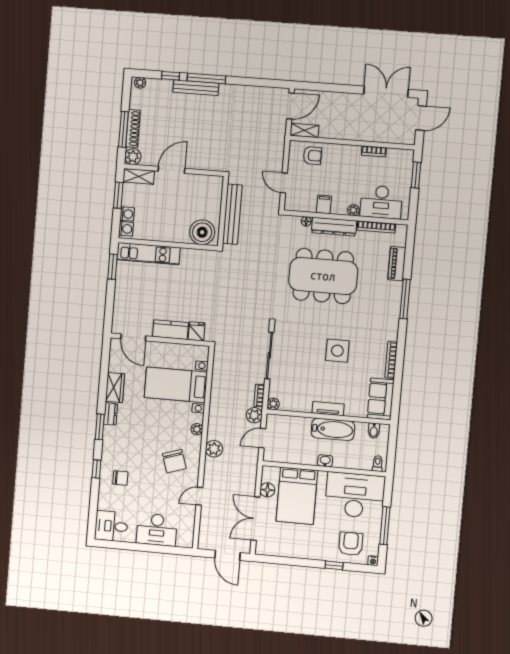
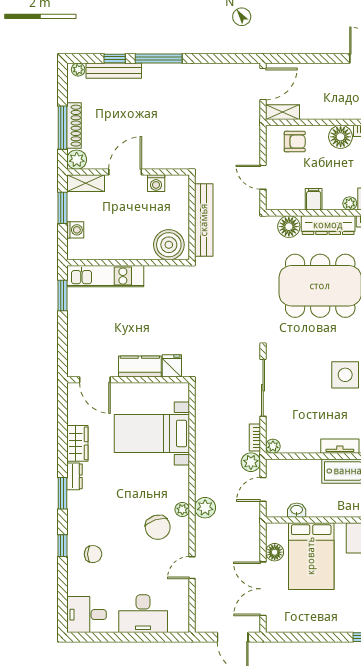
bench: (196, 88) -> (114, 71), moved
floor lamp: (351, 154) -> (341, 137), added
floor lamp: (306, 221) -> (289, 227), width x1.89, depth x1.89
washing machine: (126, 229) -> (156, 183), moved, turned 90
plant: (197, 429) -> (182, 509), moved
washbasin: (325, 461) -> (297, 510), moved

